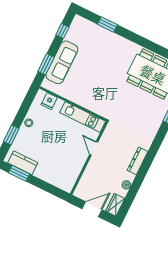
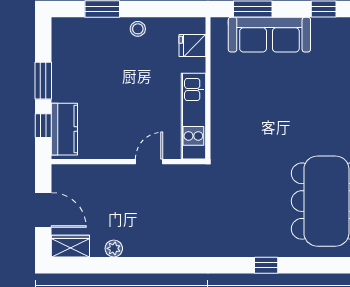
dresser: (138, 161) -> (164, 247), removed
kitchen counter: (23, 163) -> (64, 129), moved
window: (19, 173) -> (43, 81), moved
window: (52, 190) -> (43, 126), added

